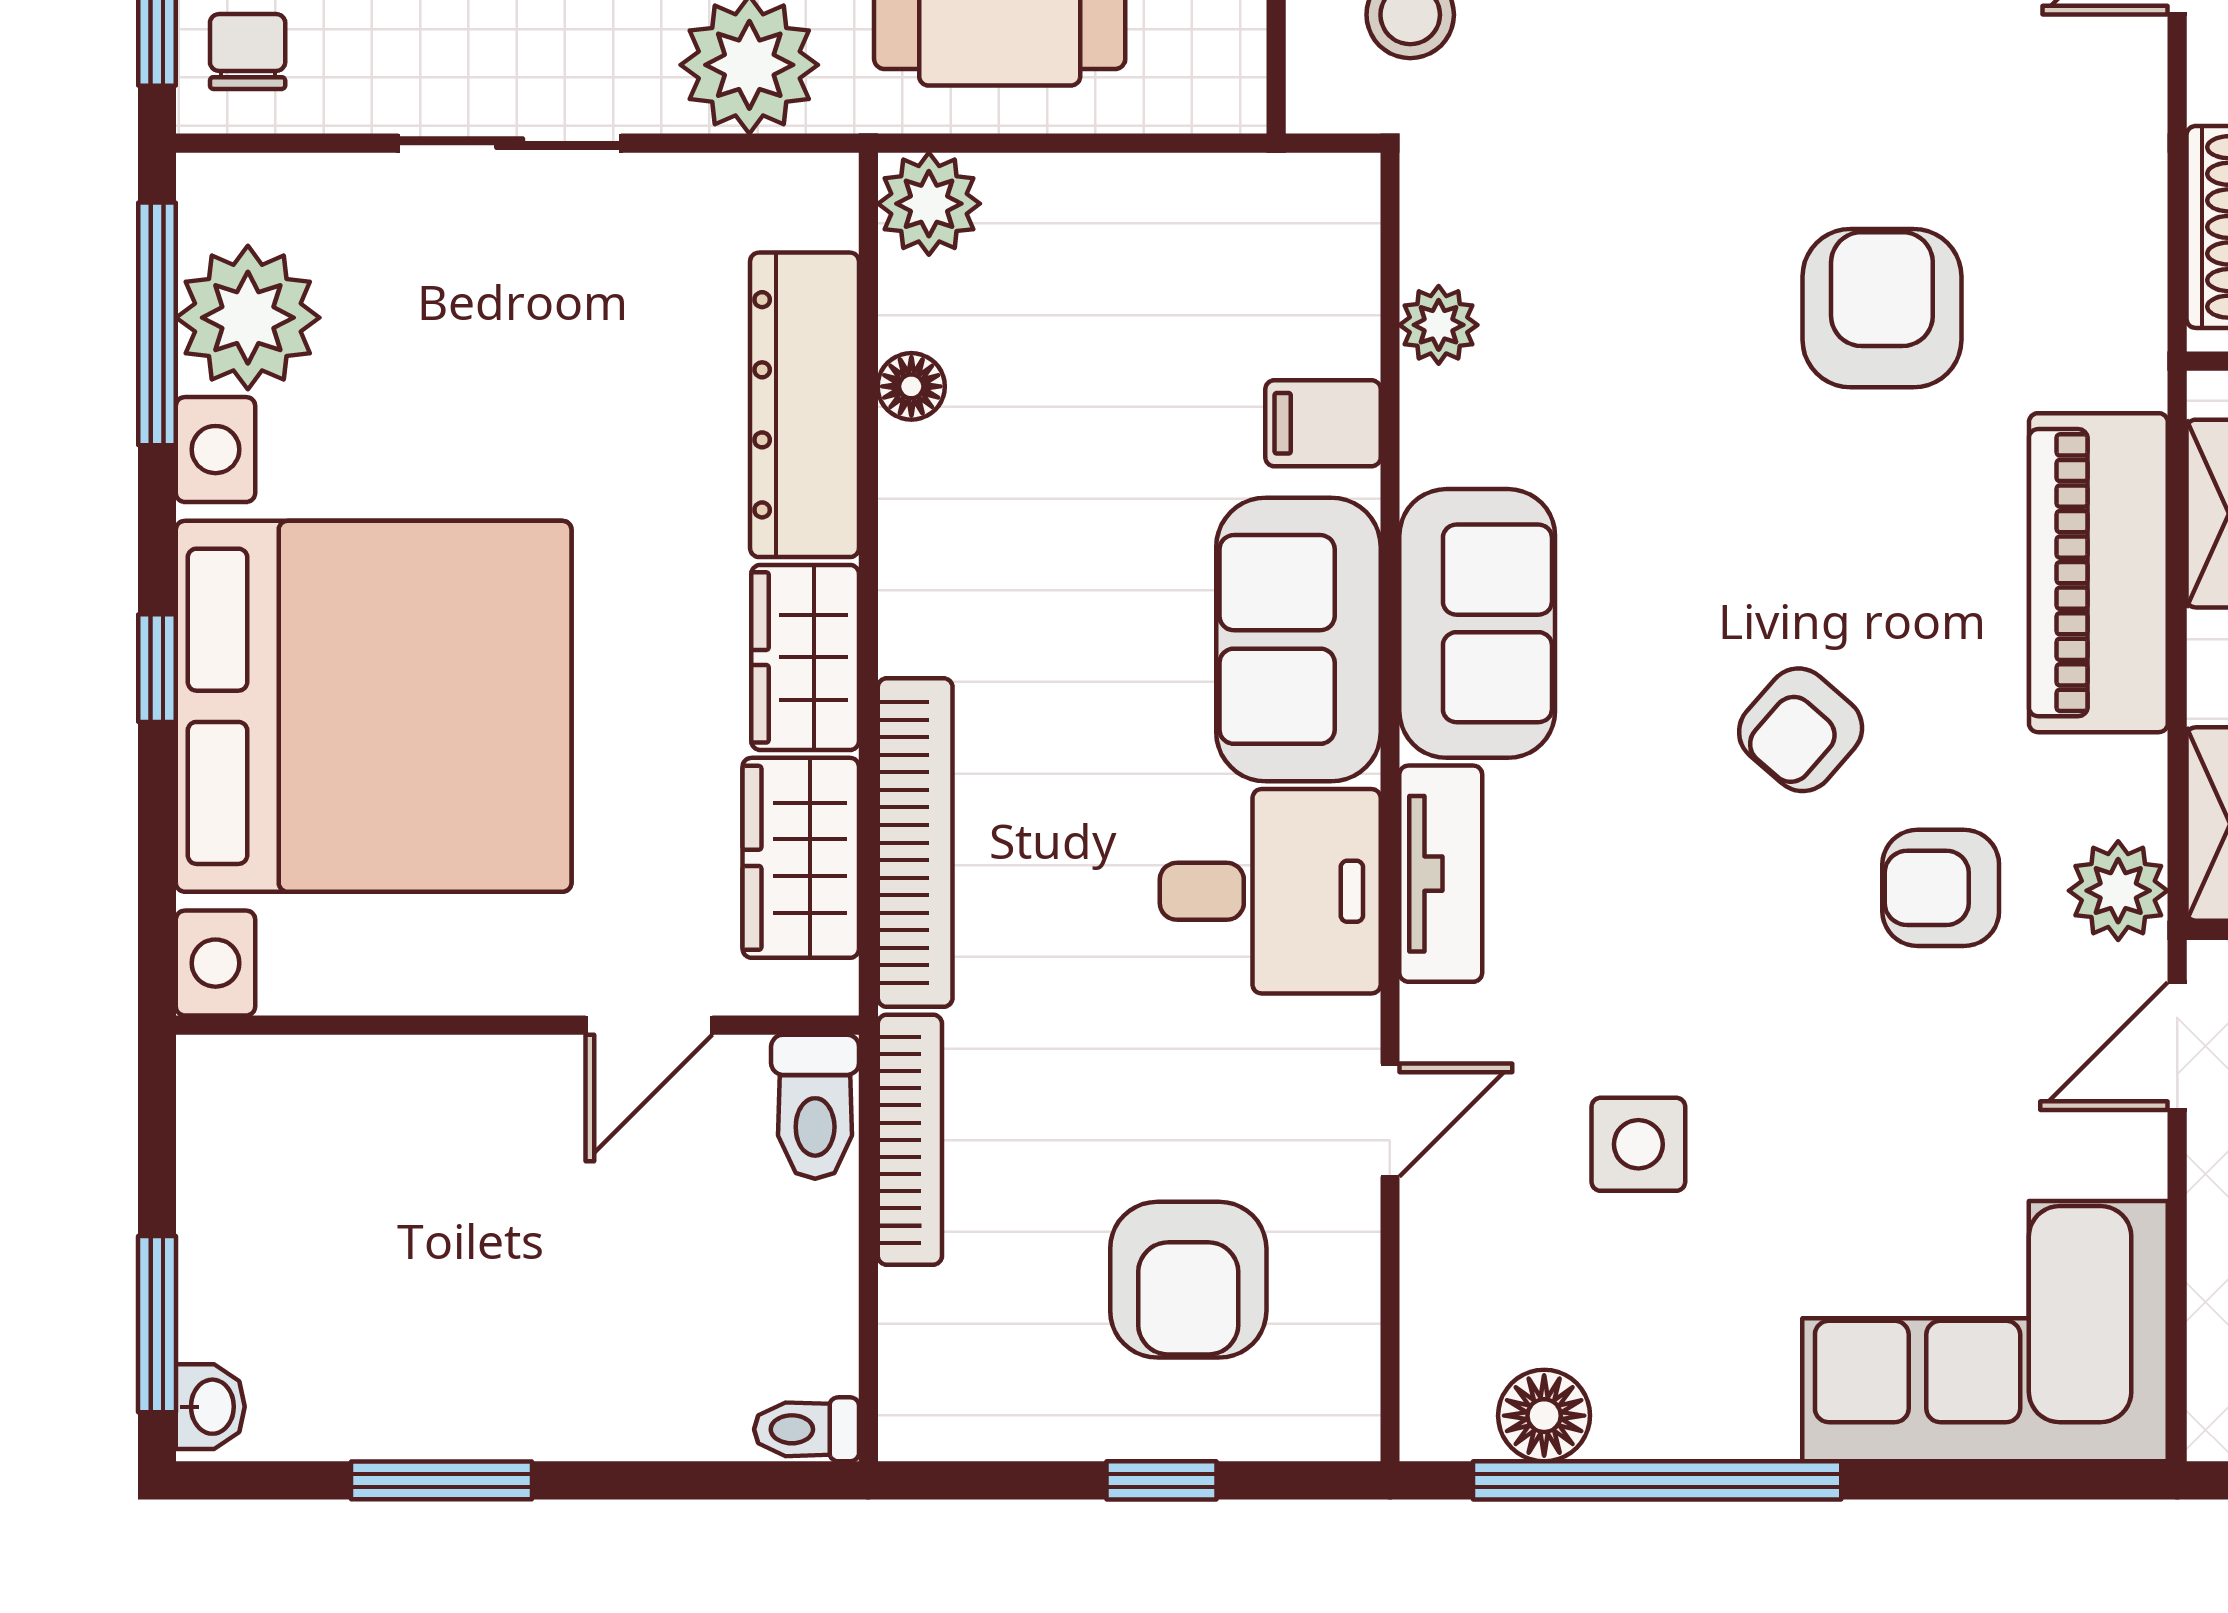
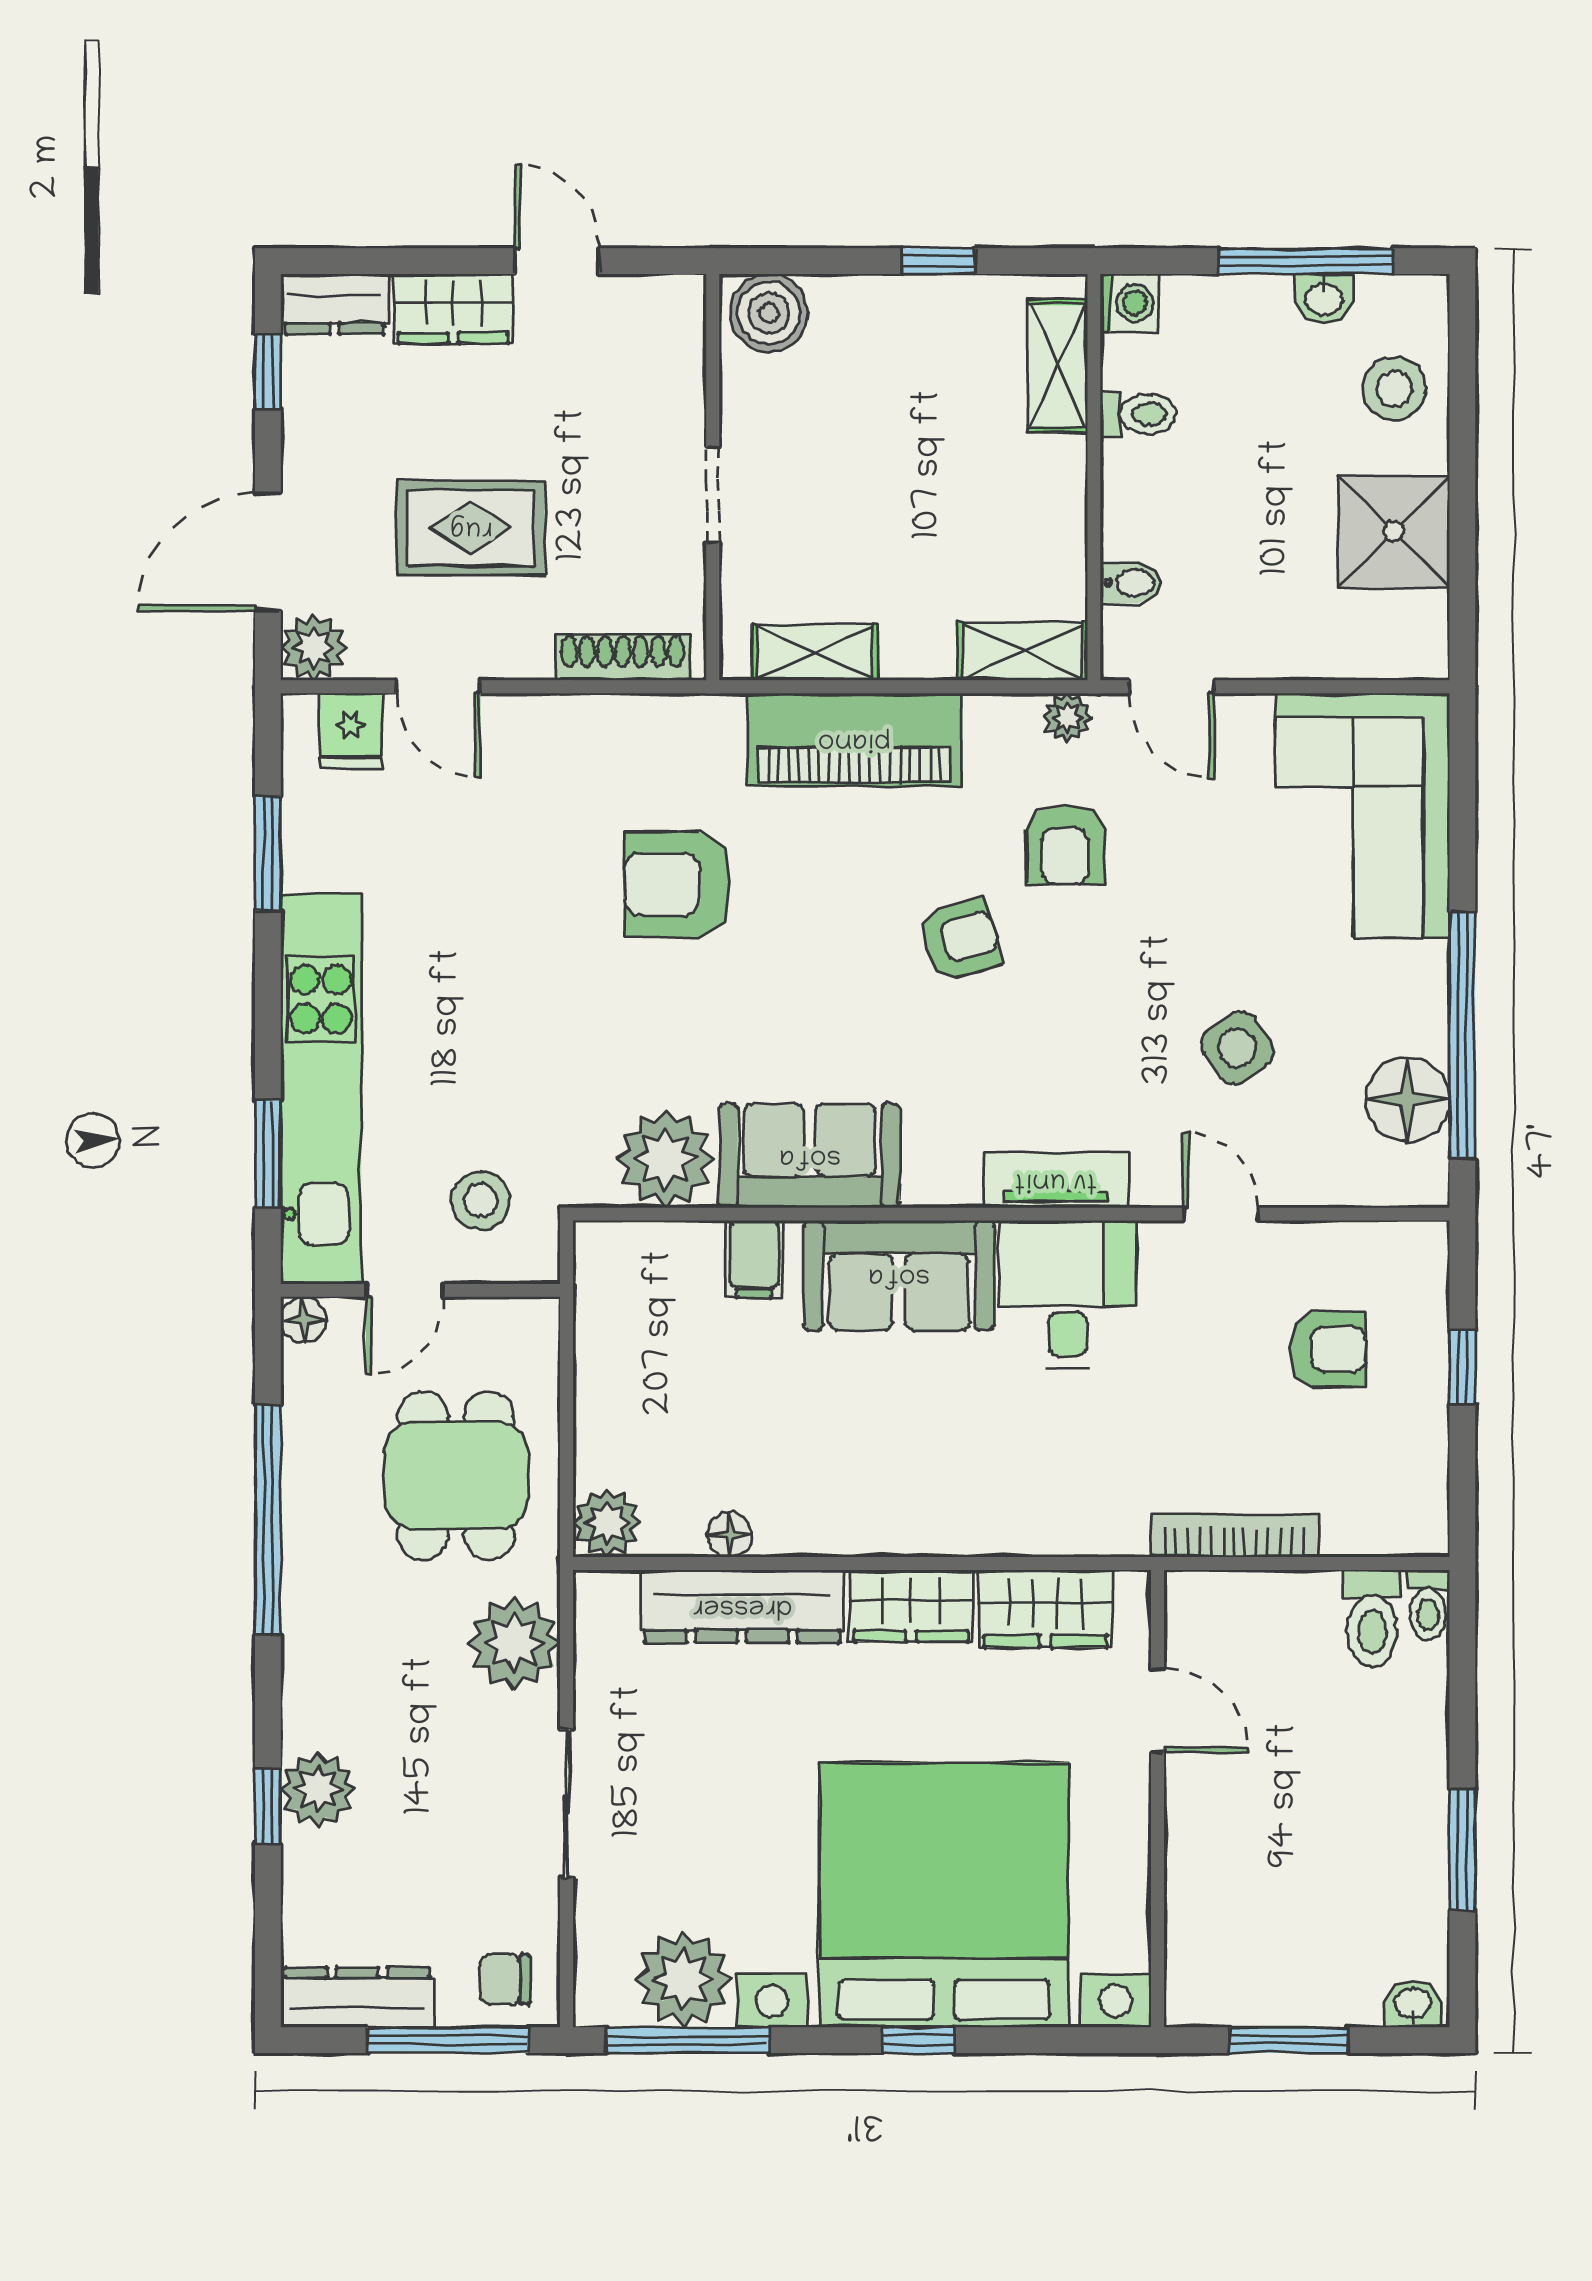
plant: (1439, 325) -> (665, 1159), width x1.88, depth x1.88
sofa: (1477, 623) -> (810, 1156), moved
armchair: (1801, 730) -> (960, 939), turned -57
bookcase: (915, 843) -> (1035, 1532), removed
plant: (2118, 891) -> (1067, 717), width x0.73, depth x0.73
toilet: (815, 1107) -> (1372, 1618), moved, turned 90
side table: (1638, 1144) -> (1237, 1048), turned -34
armchair: (1188, 1280) -> (1328, 1349), width x0.72, depth x0.72
window: (157, 1324) -> (1289, 2040), moved
floor lamp: (1544, 1416) -> (1407, 1099), width x1.38, depth x1.38

